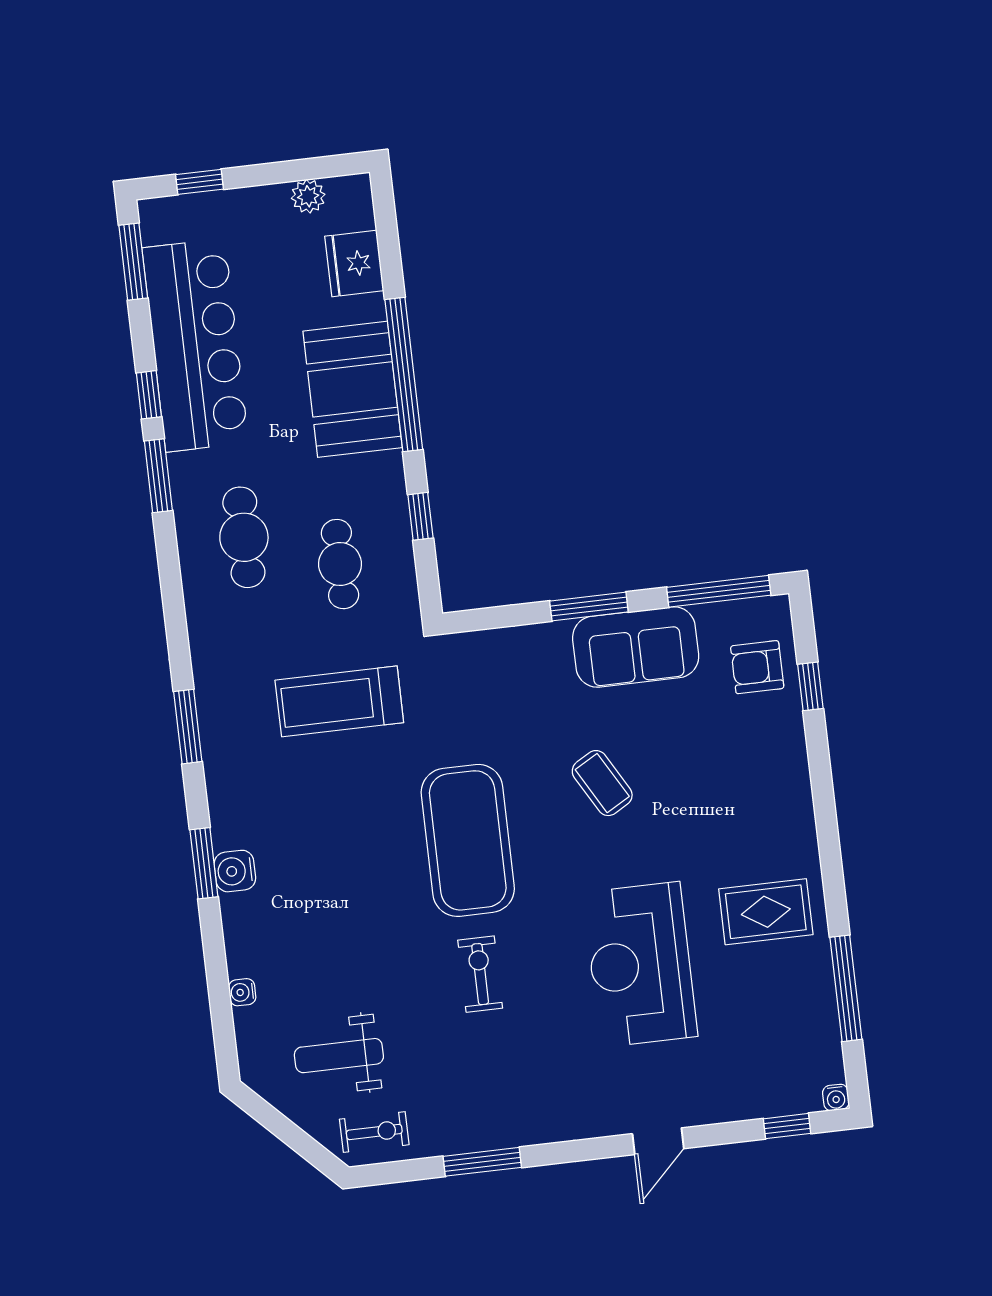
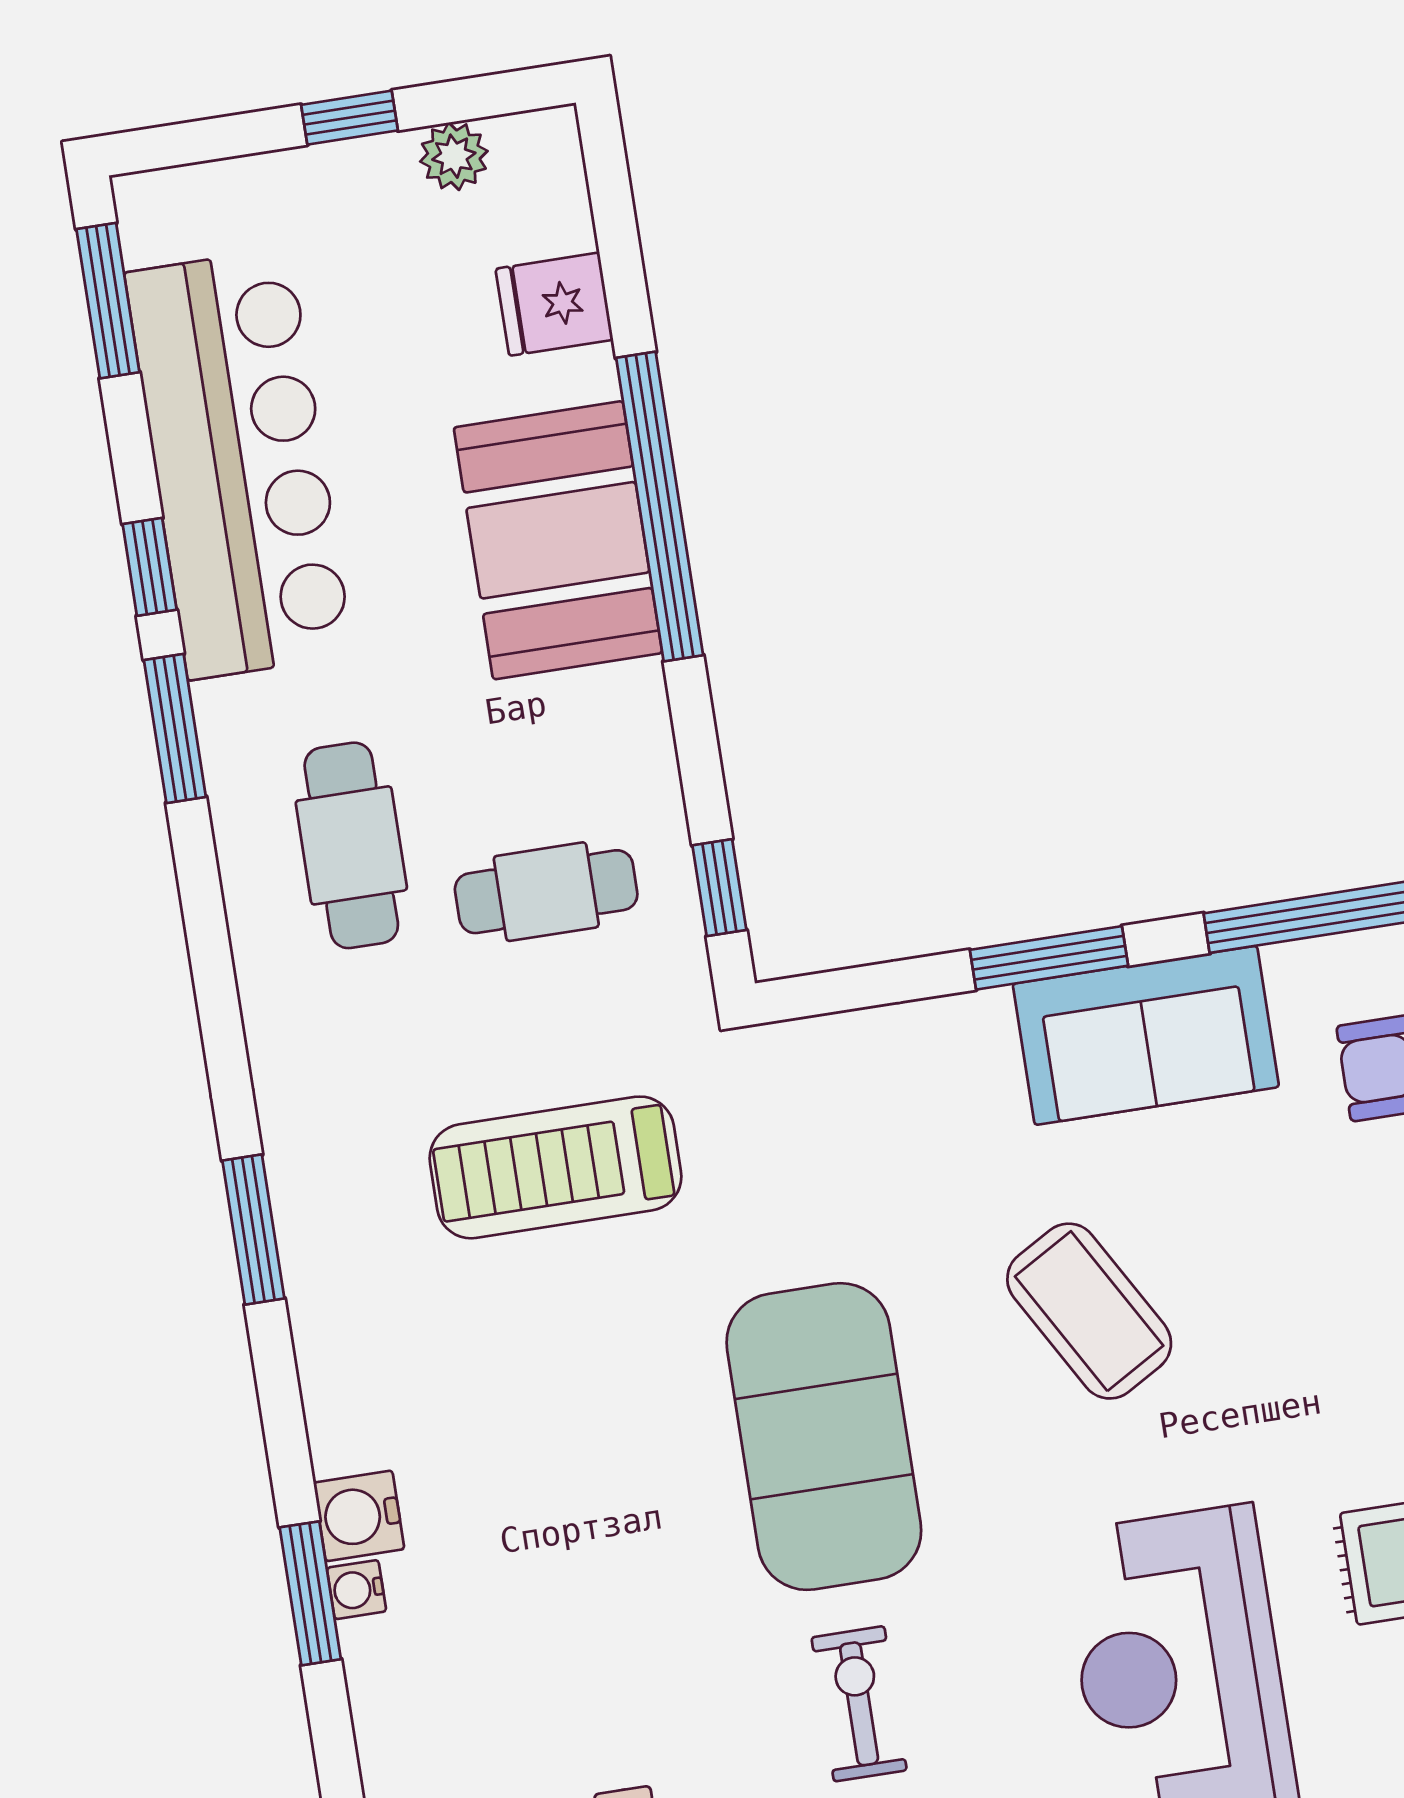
window: (200, 182) -> (349, 118), moved
fridge: (354, 263) -> (554, 304), width x0.72
window: (420, 516) -> (719, 888), moved
cafe table: (340, 564) -> (546, 892), turned 90
coffee table: (602, 783) -> (1089, 1311), width x1.36, depth x1.30
window: (204, 863) -> (310, 1593), moved
water cooler: (242, 992) -> (356, 1590), moved

